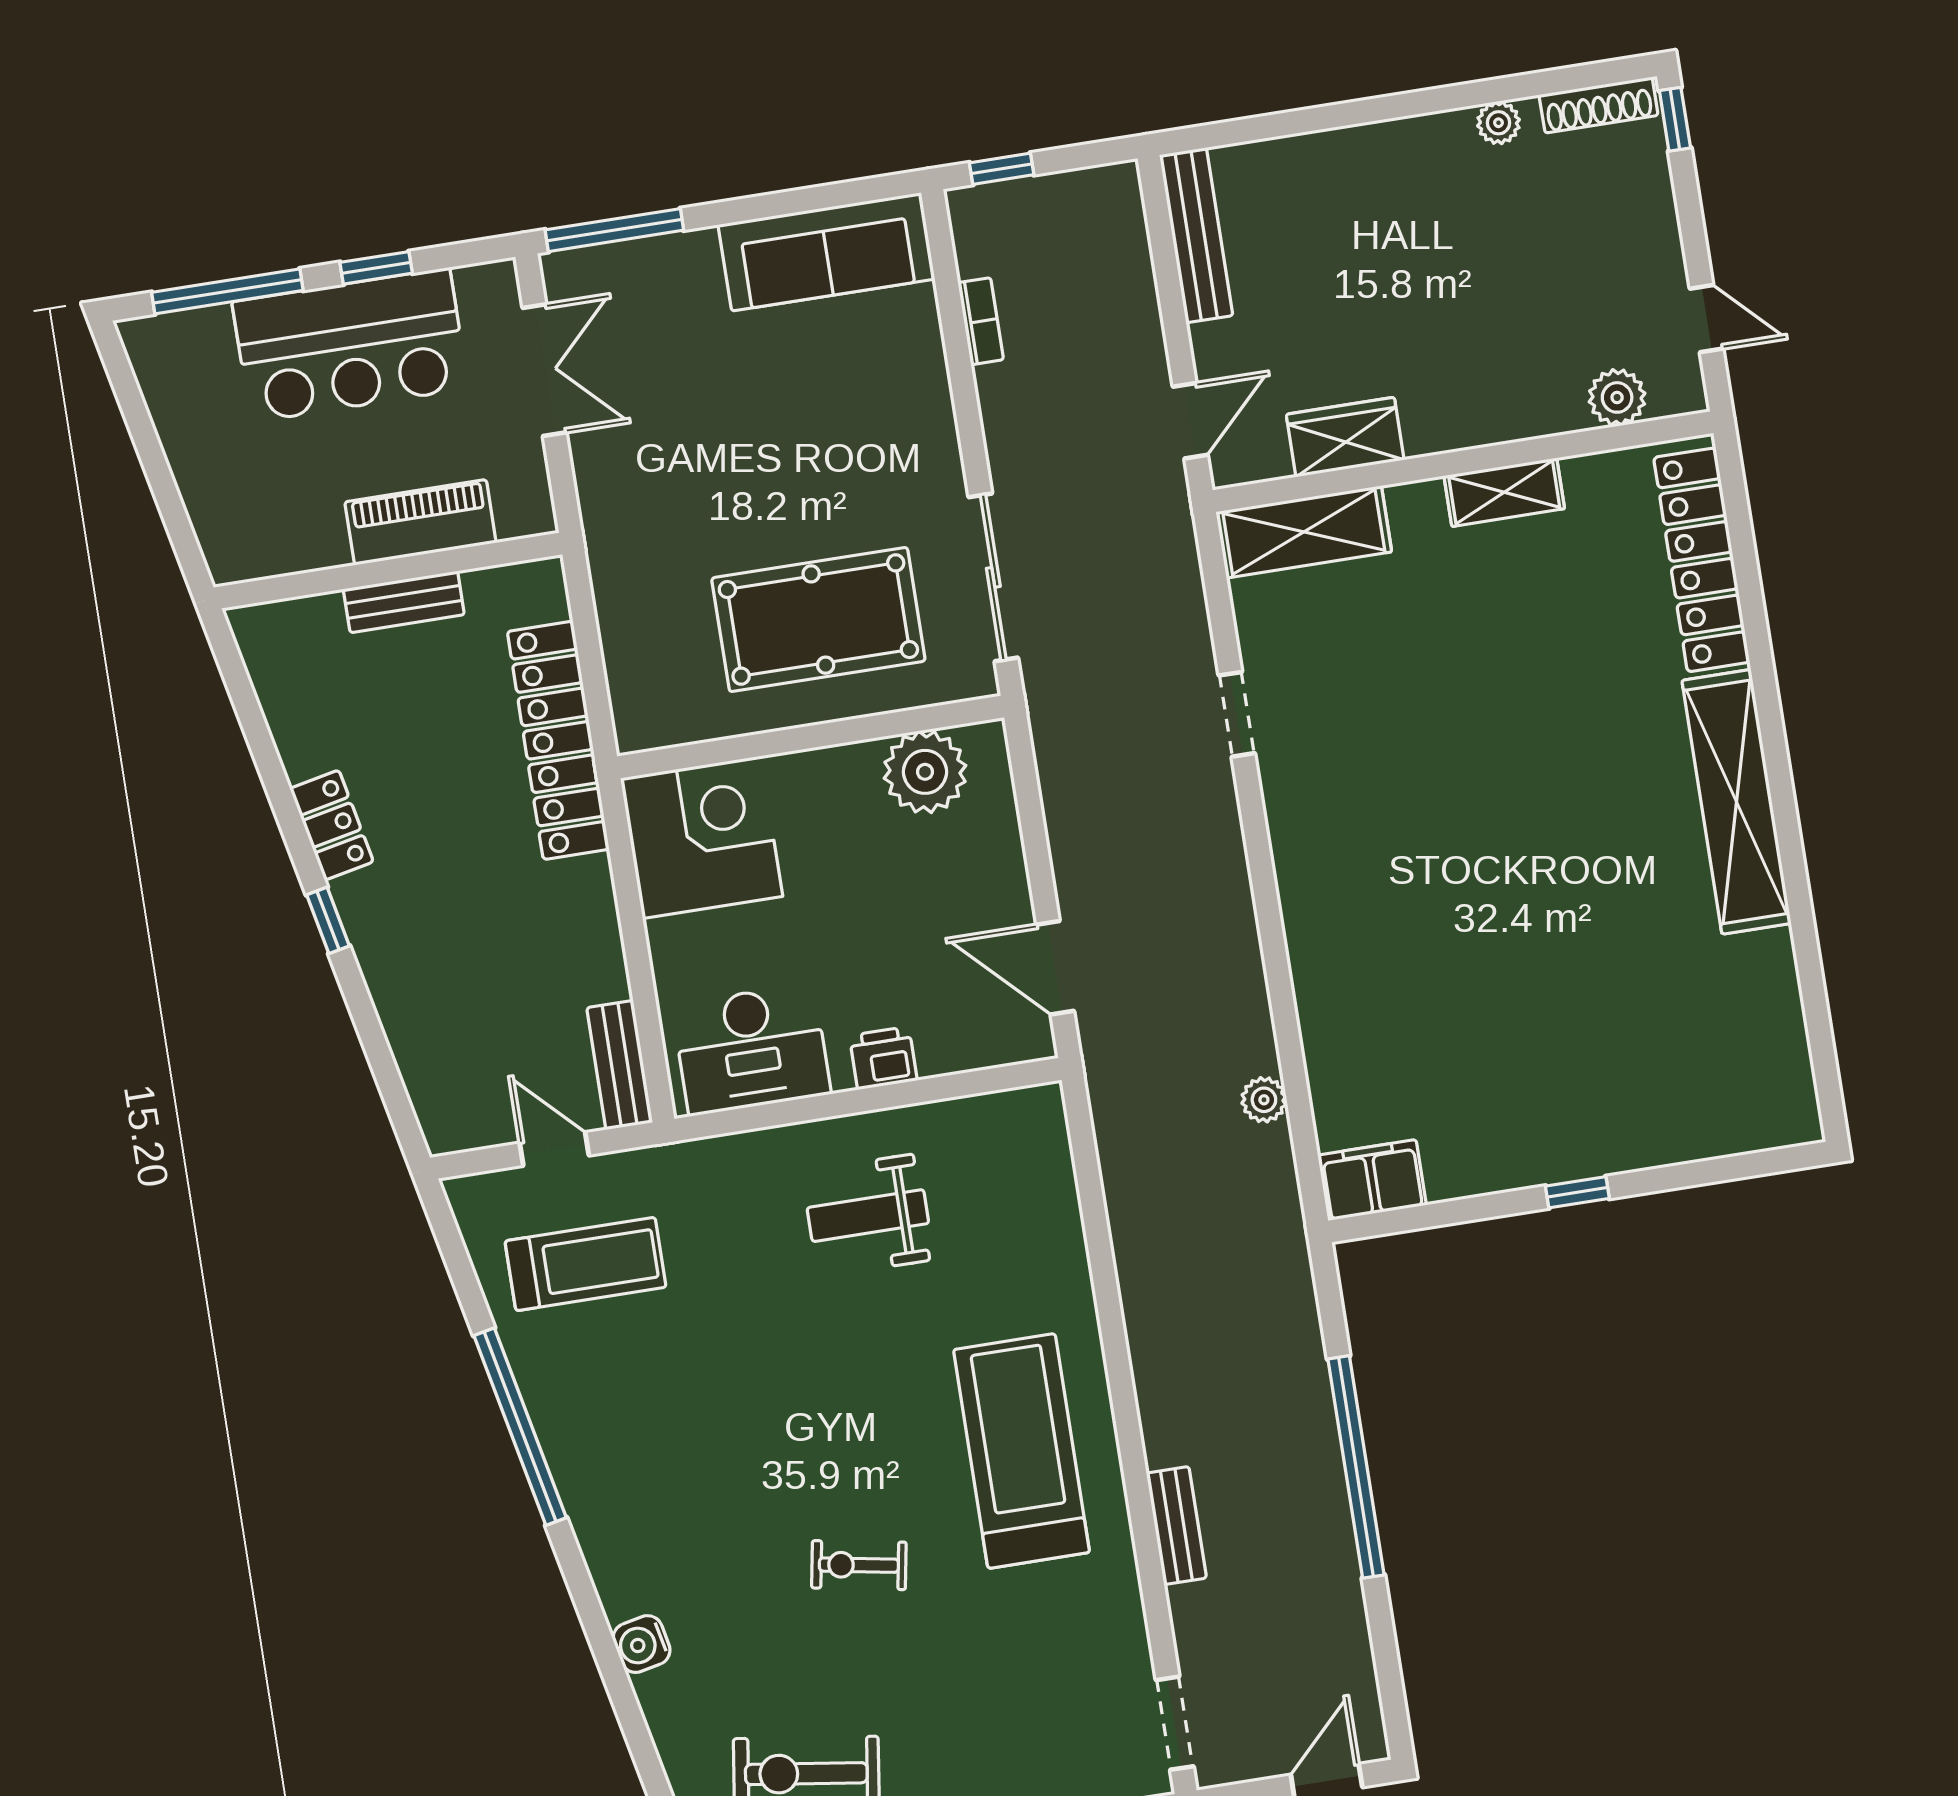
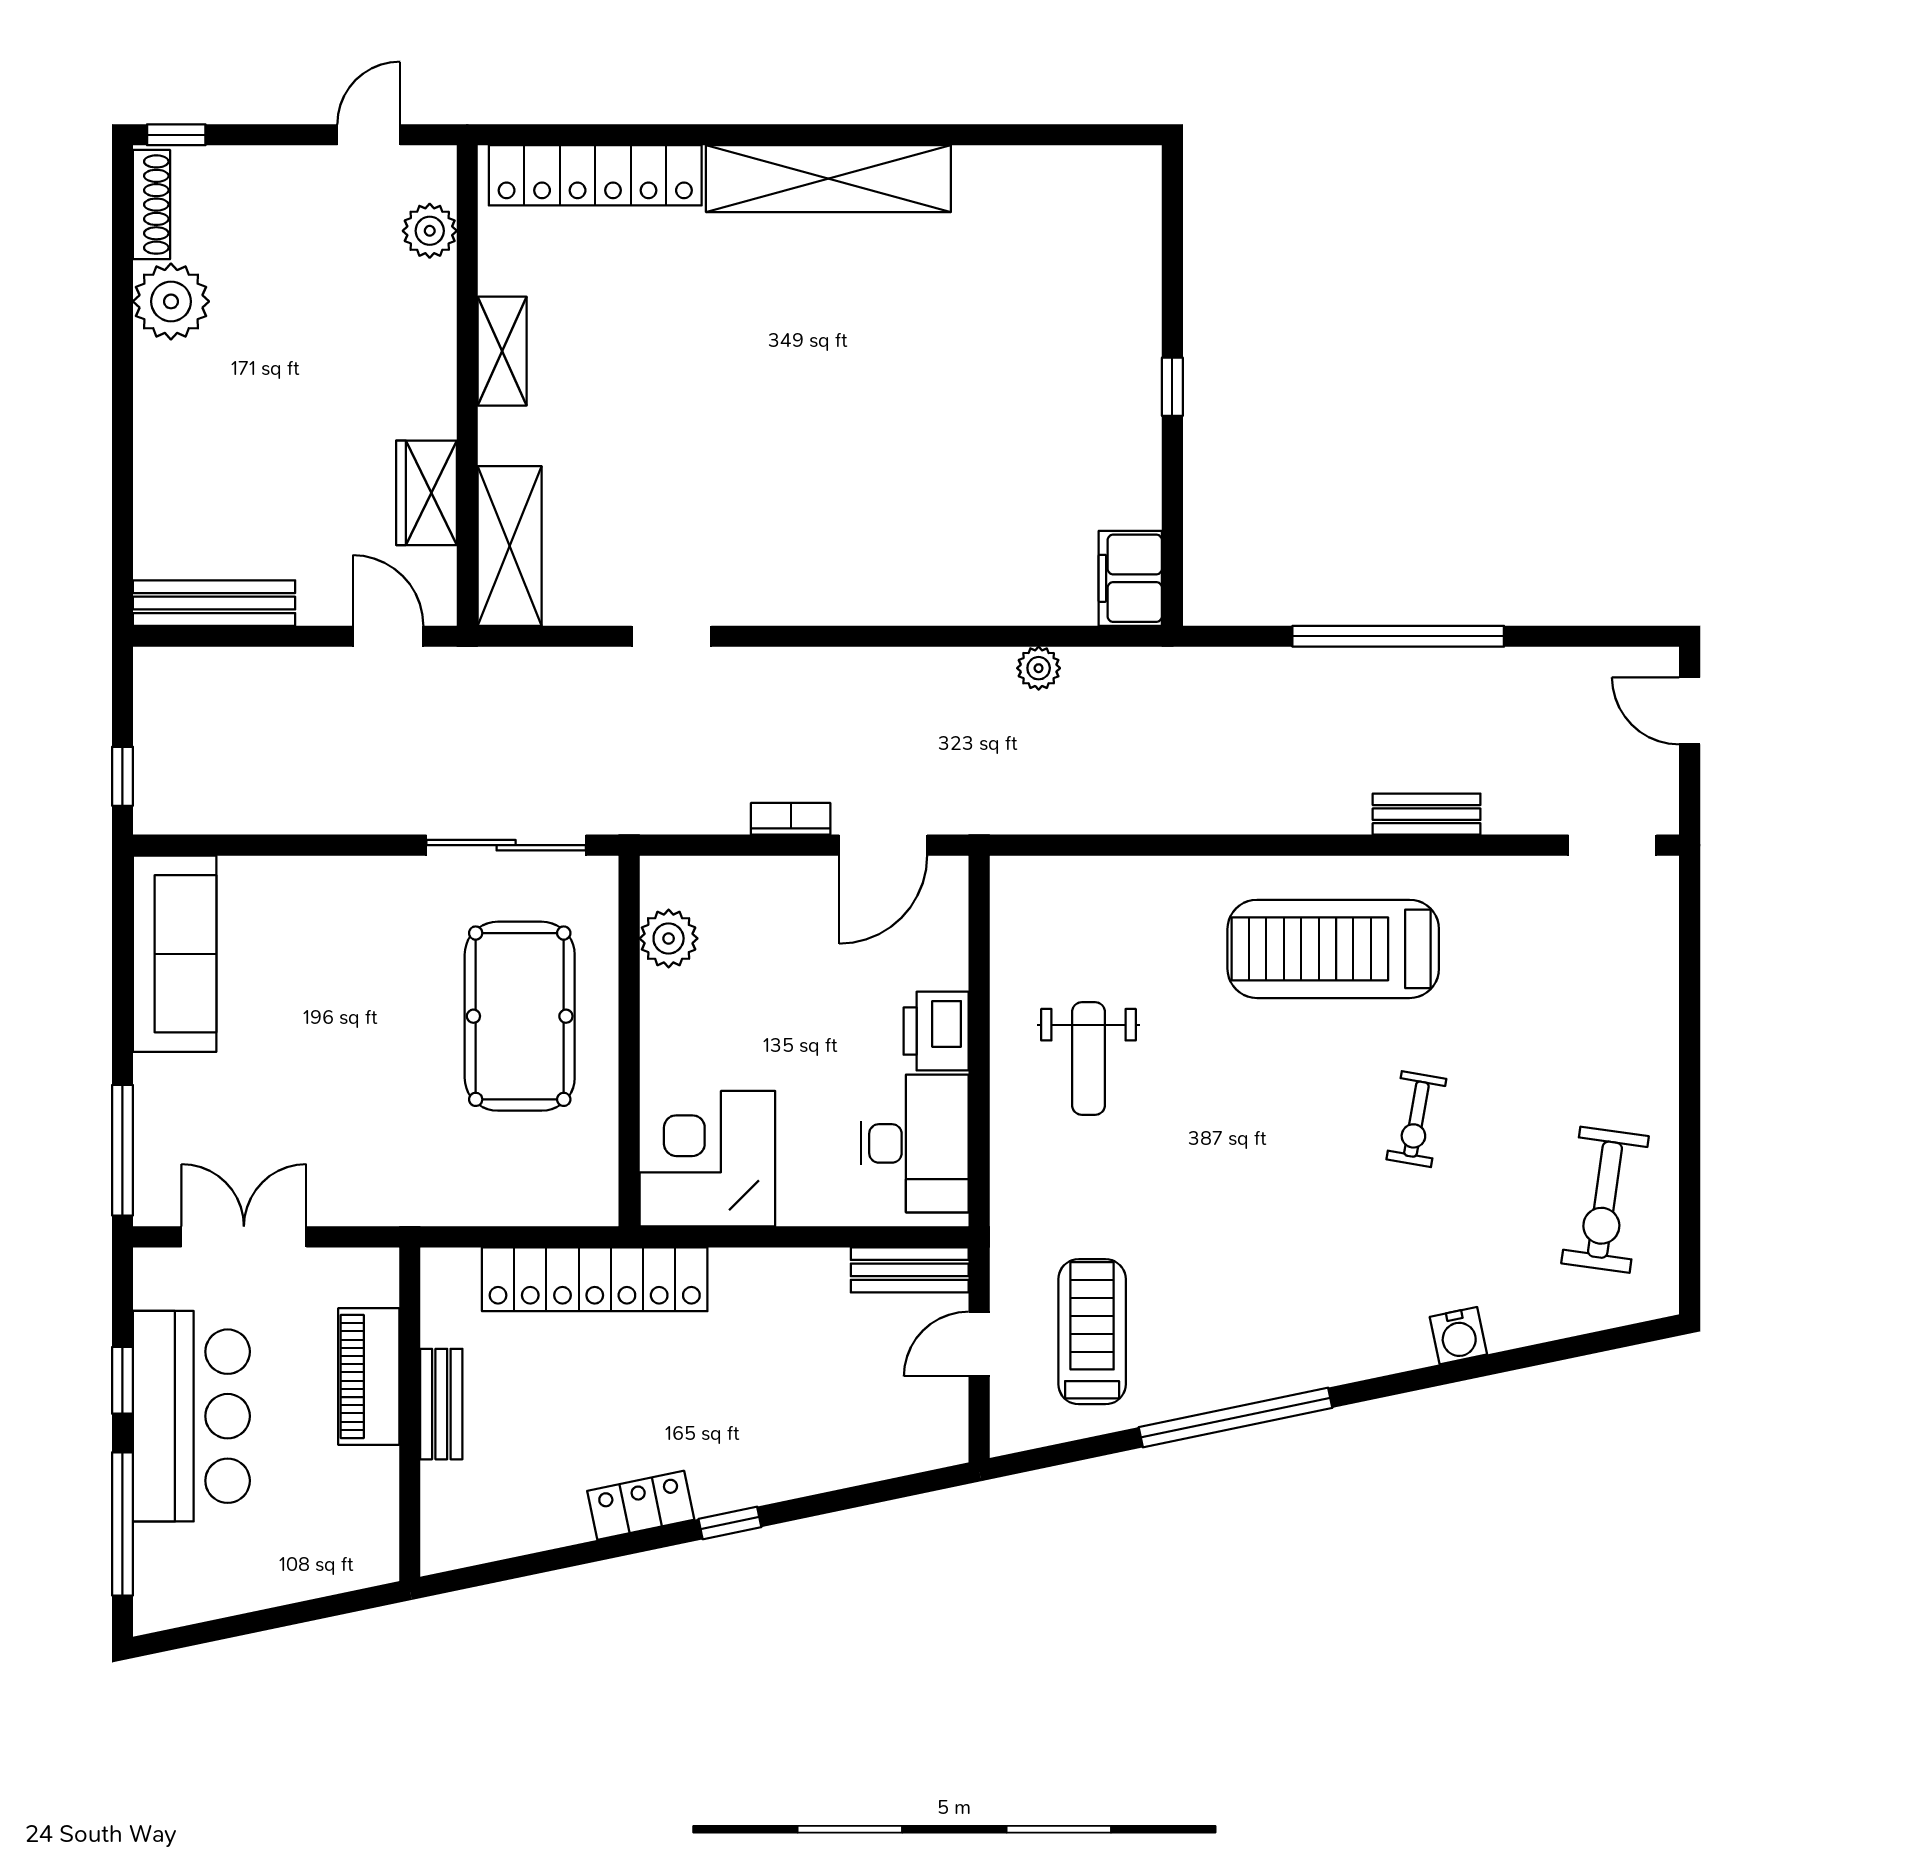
plant: (1498, 123) -> (171, 301), width x1.88, depth x1.88
bookcase: (981, 321) -> (791, 819), moved
plant: (925, 772) -> (669, 938), width x0.73, depth x0.73
printer: (883, 1058) -> (936, 1031), width x1.36, depth x1.24

